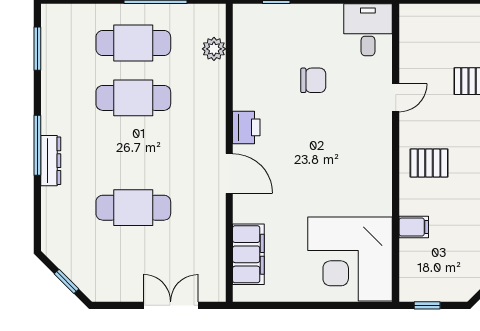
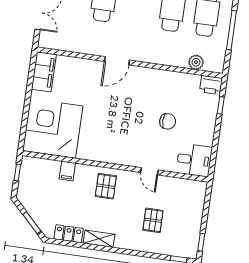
chair: (313, 80) -> (168, 121), turned -90
printer: (246, 127) -> (211, 85), moved
filing cabinet: (248, 254) -> (44, 72), moved, turned -90

